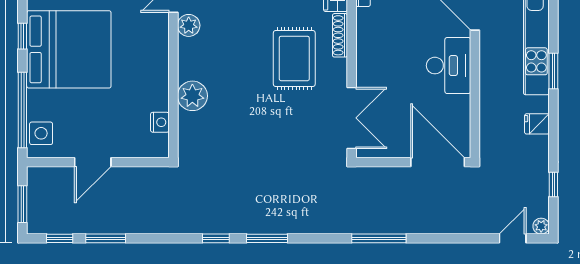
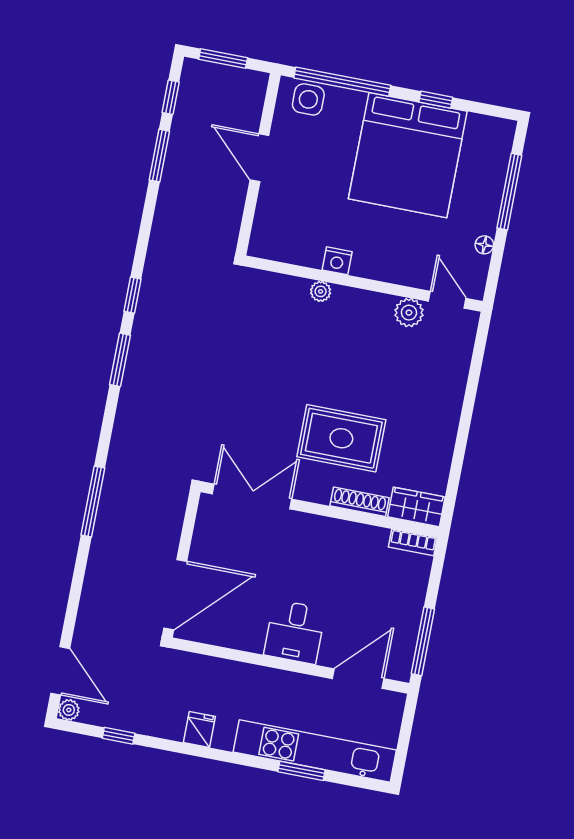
desk: (449, 66) -> (295, 632), width x0.73
window: (553, 71) -> (302, 771), moved
plant: (192, 96) -> (321, 291), width x0.53, depth x0.53
double door: (352, 118) -> (252, 496), swing flipped
nightstand: (160, 122) -> (337, 261), moved
door: (513, 238) -> (60, 671), width x1.38

